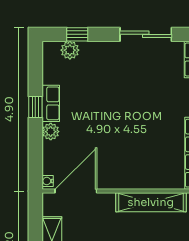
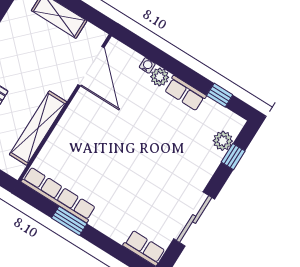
window: (35, 107) -> (220, 95), moved
water cooler: (48, 181) -> (147, 65), moved

